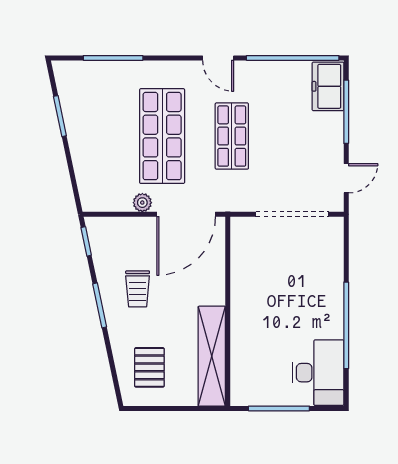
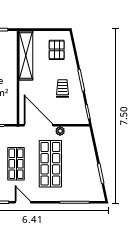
door: (186, 214) -> (39, 125), hinge flipped

